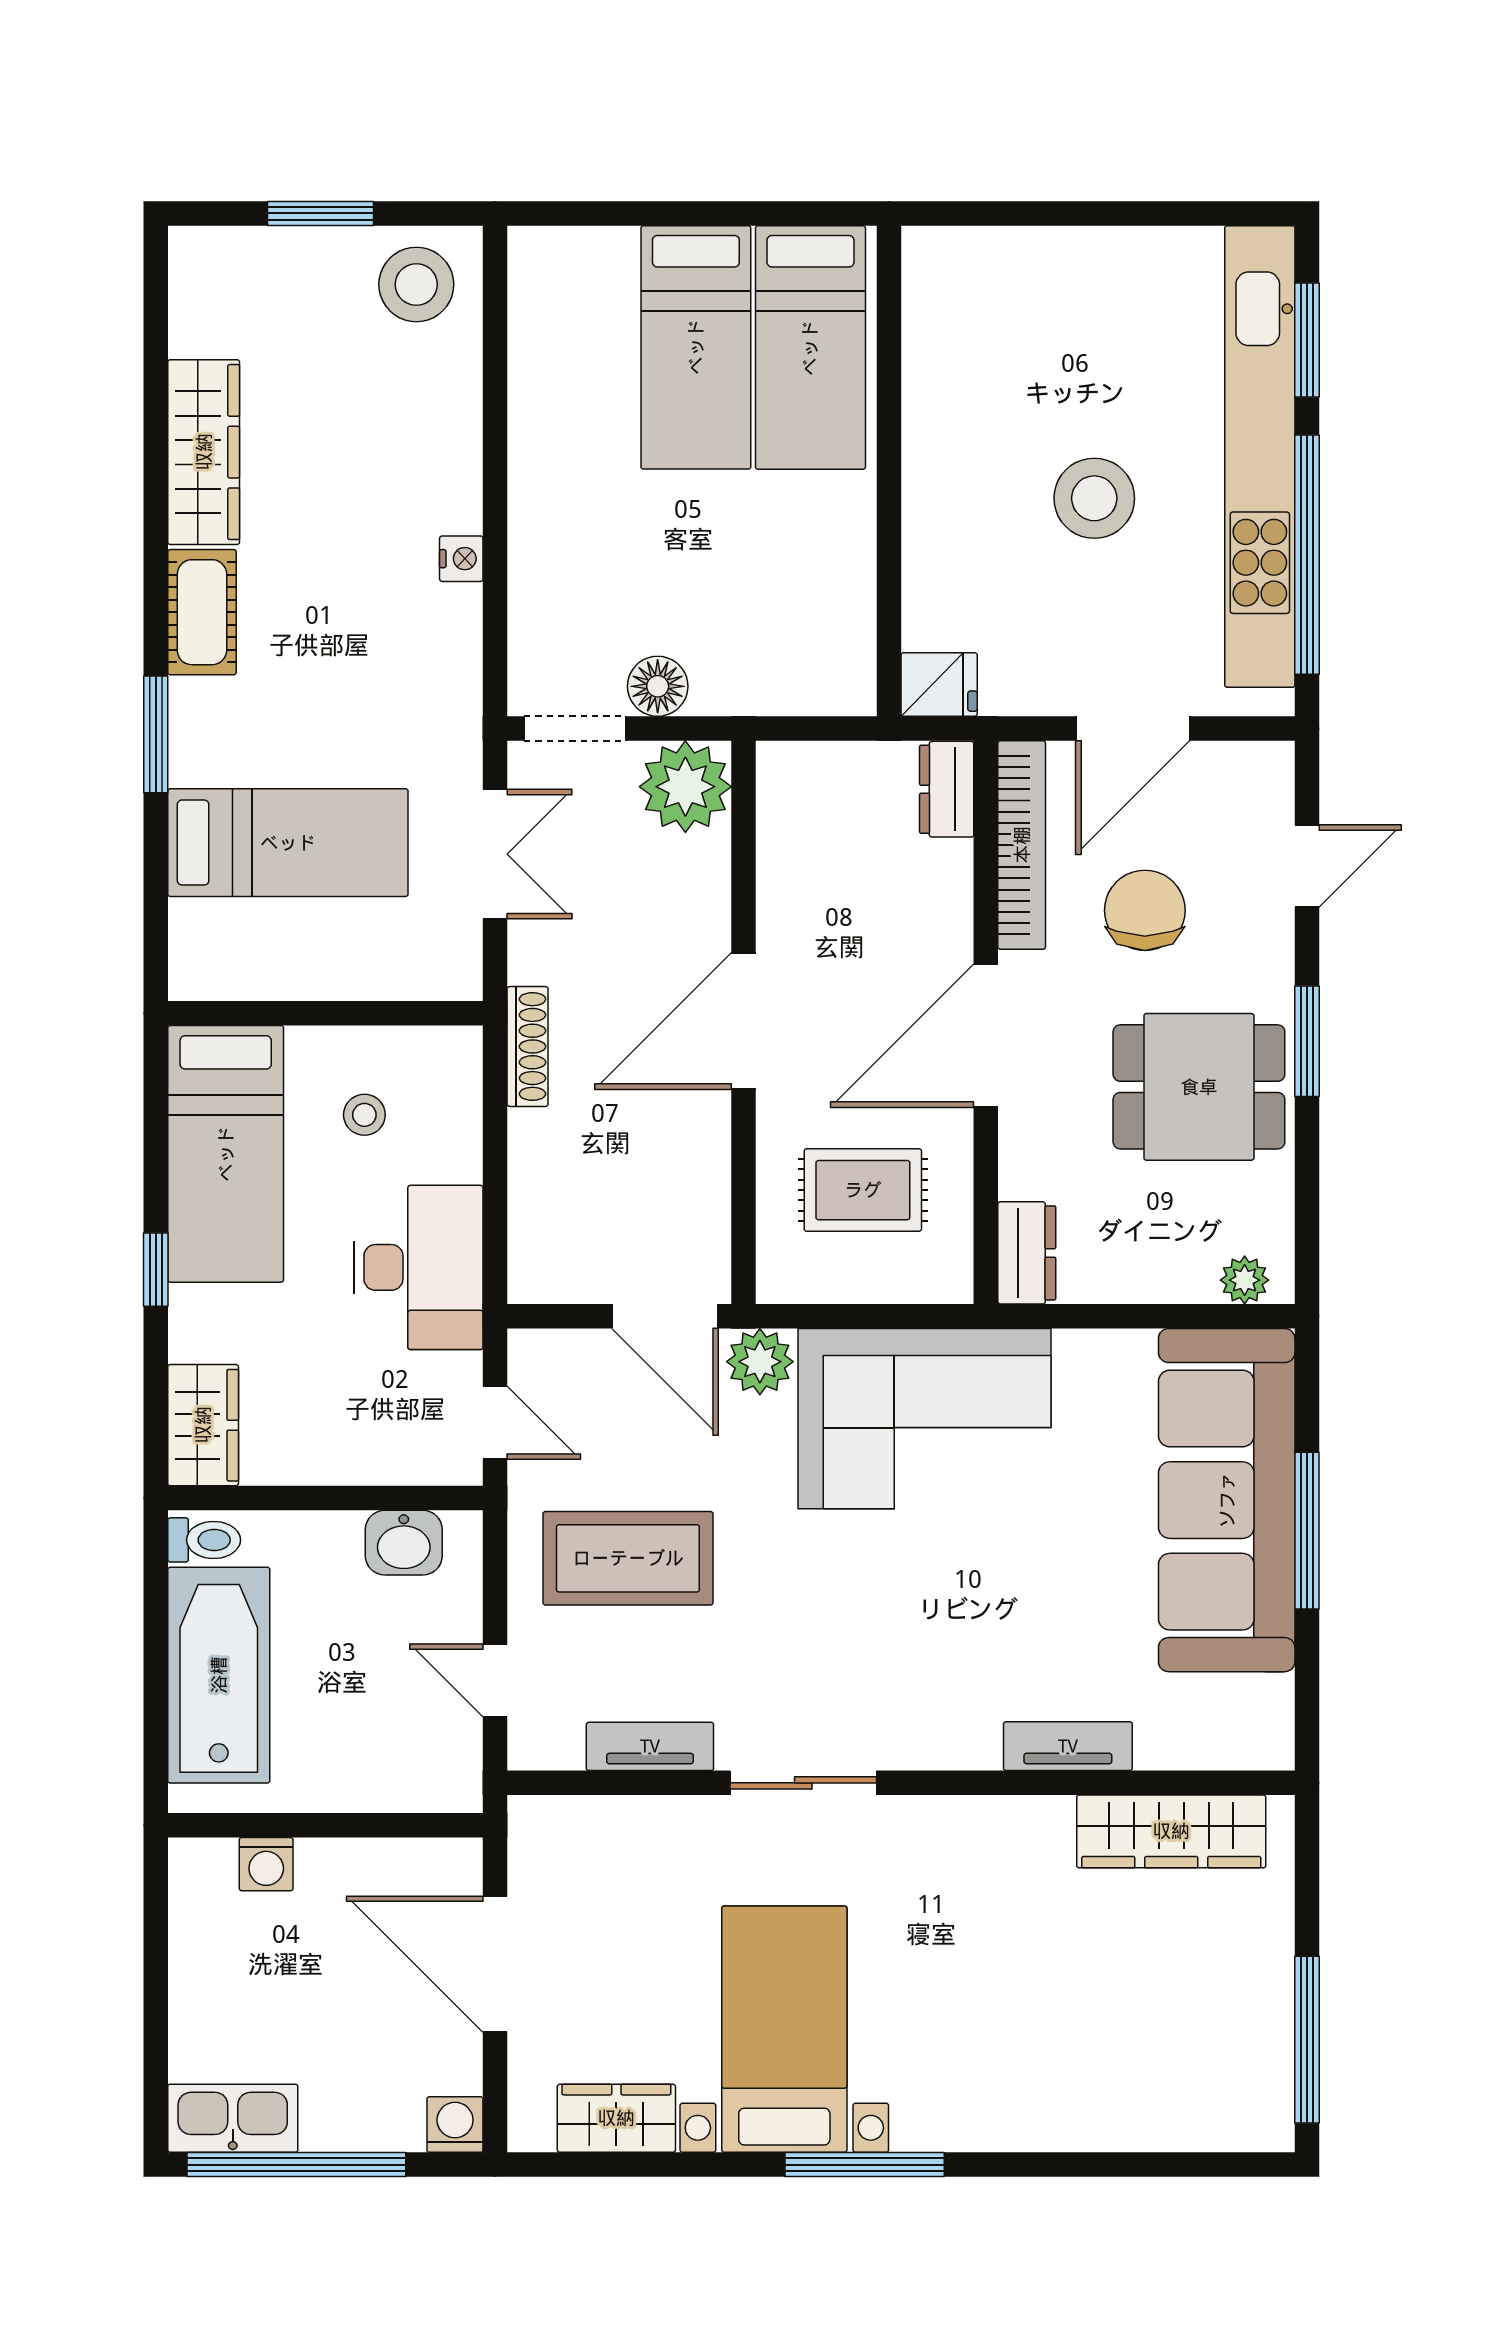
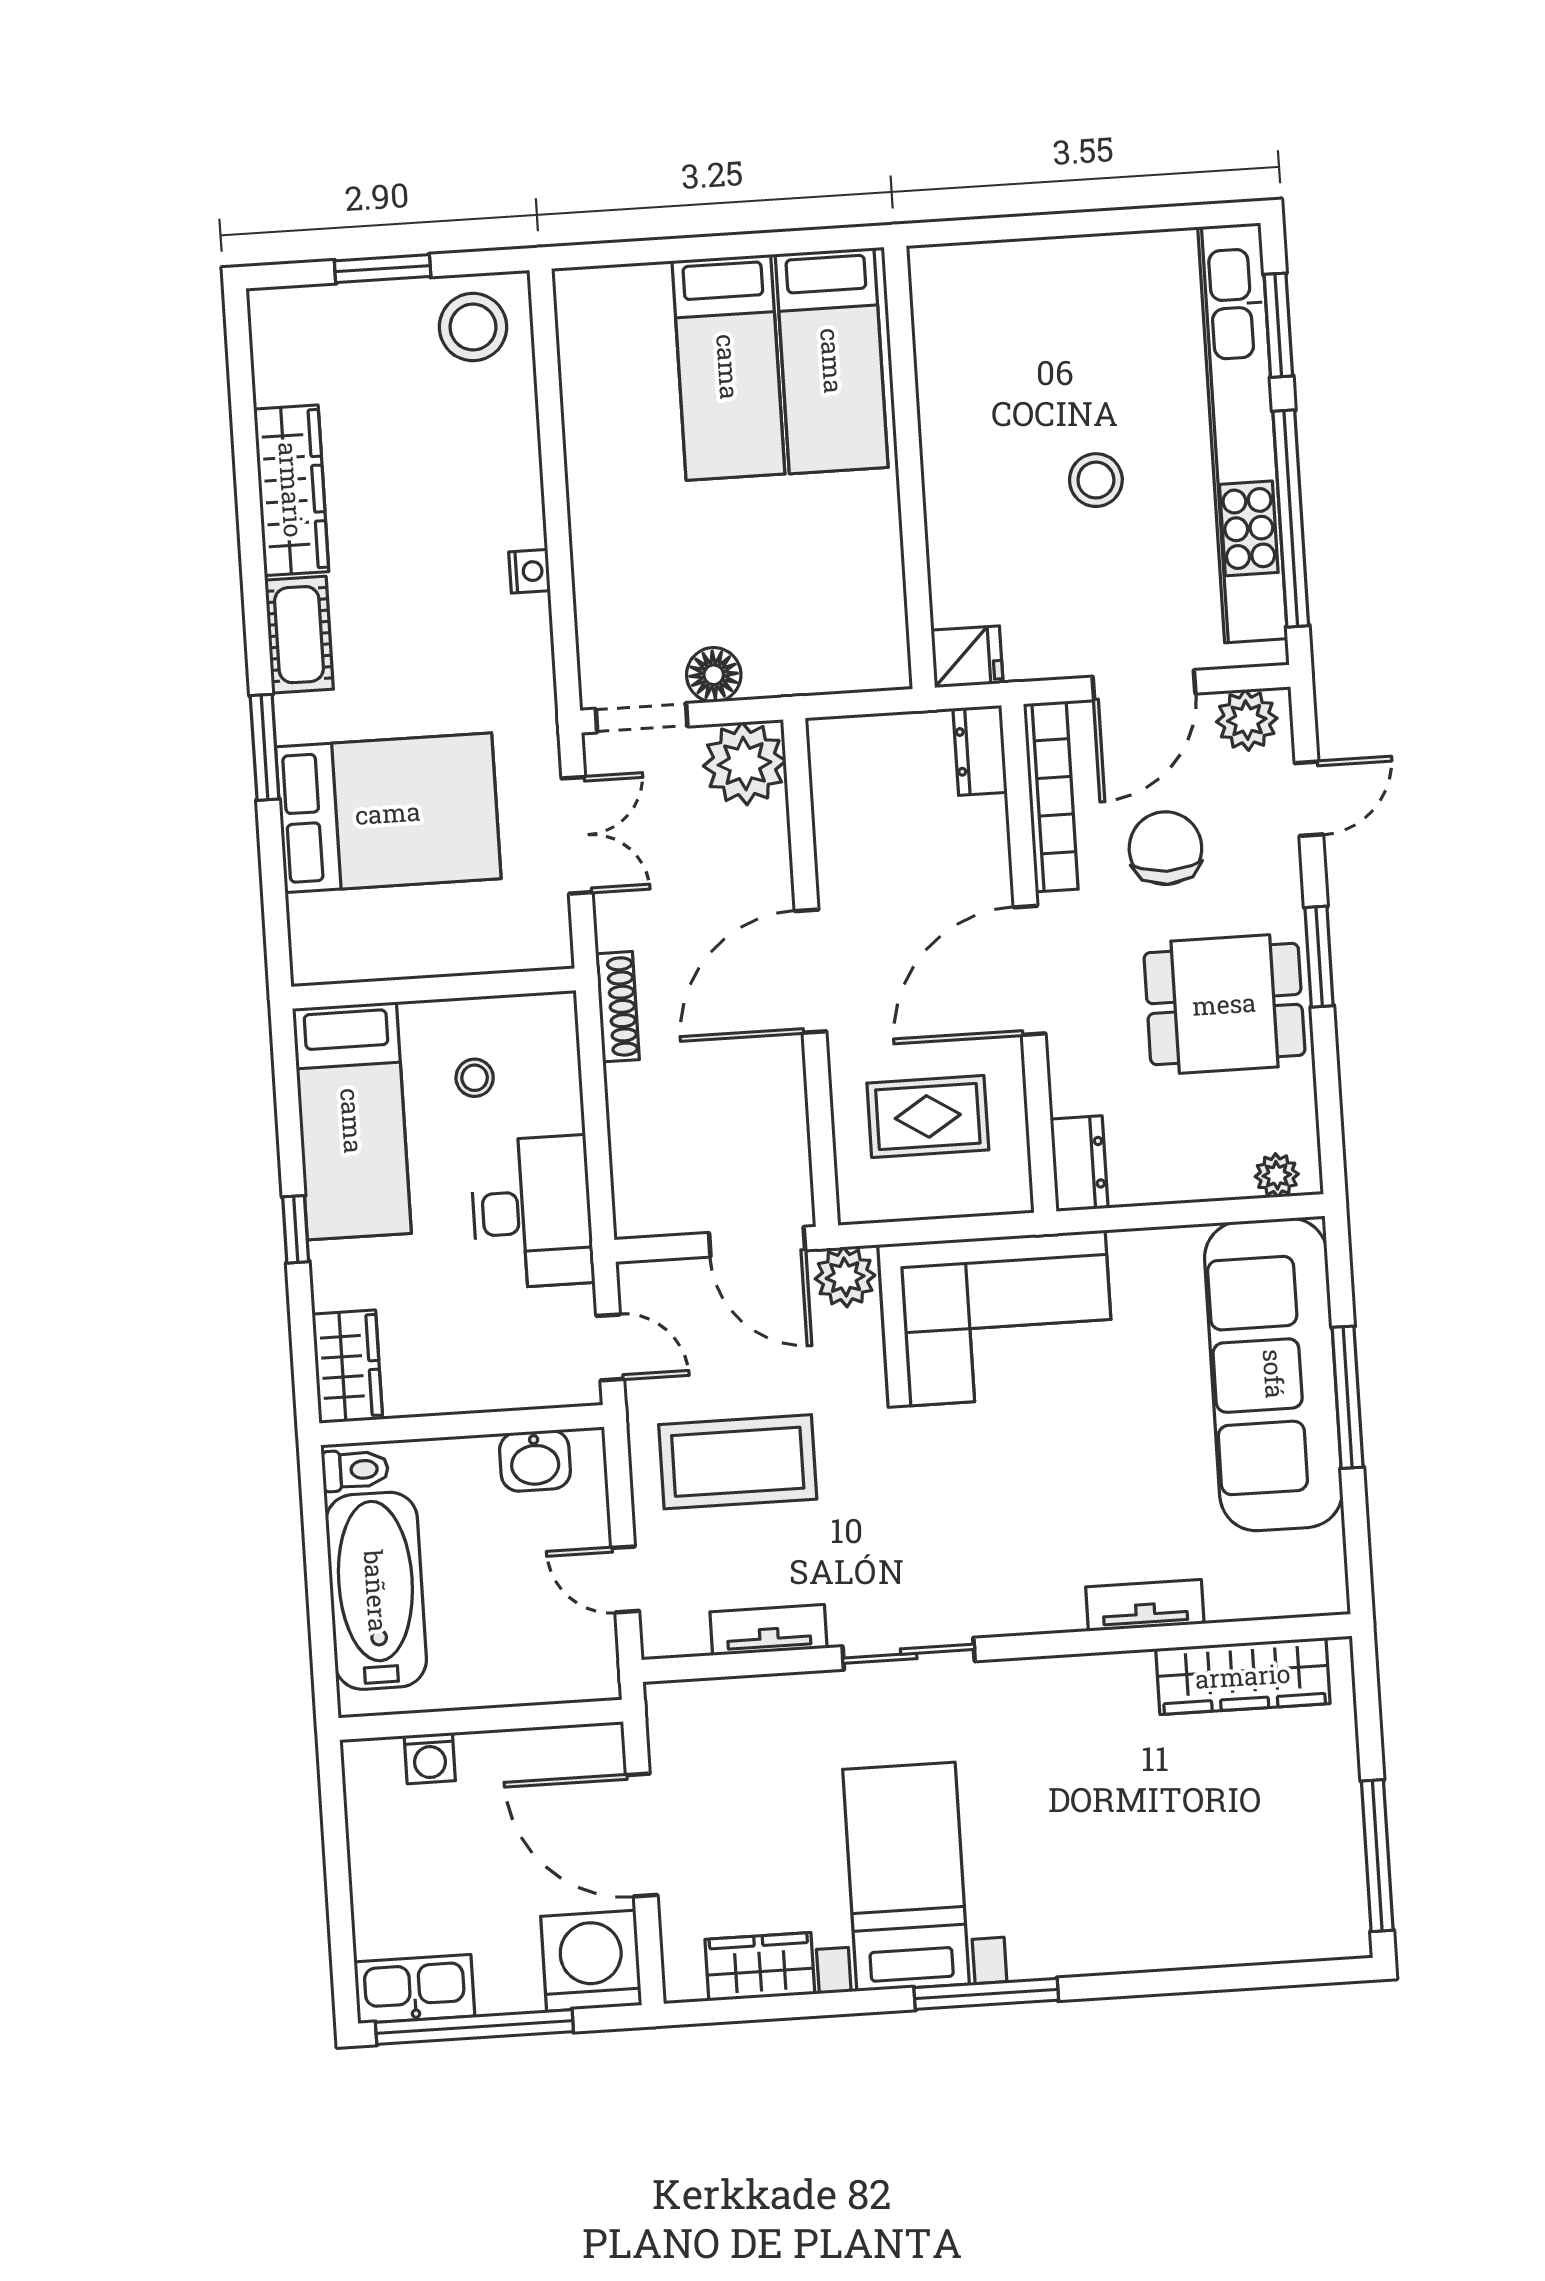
stool: (1094, 498) -> (1096, 480), width x0.73, depth x0.73
plant: (1244, 774) -> (1247, 720), added
bed: (288, 843) -> (388, 813), width x1.50
washing machine: (455, 2124) -> (591, 1961), width x1.89, depth x1.89

